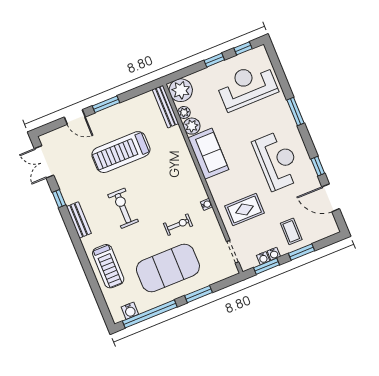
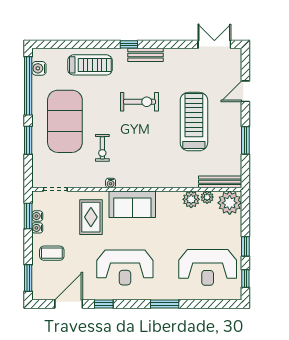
reception desk: (247, 86) -> (208, 267), turned 90
window: (106, 104) -> (245, 140), moved
sofa: (208, 154) -> (132, 204), moved
window: (59, 199) -> (129, 44), moved
window: (301, 252) -> (28, 278), moved
treadmill: (108, 266) -> (90, 65), turned 180

